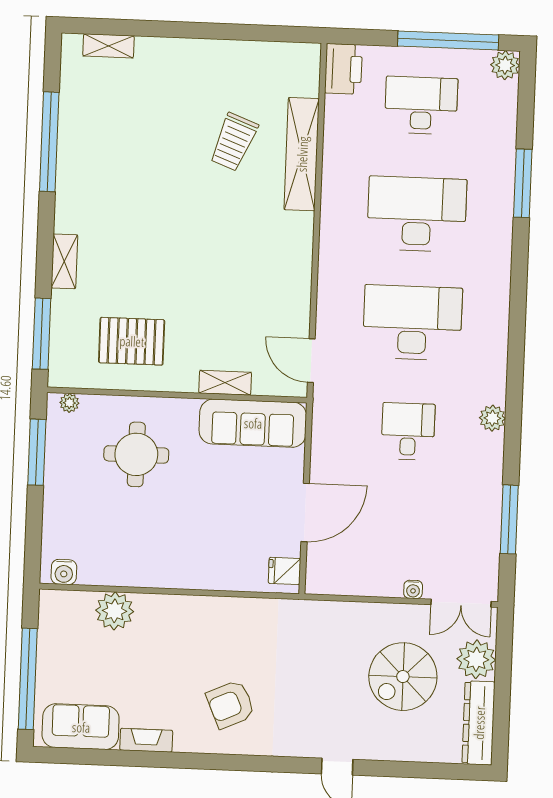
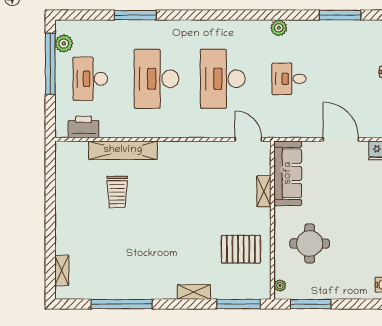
plant: (505, 65) -> (64, 43), moved
printer: (343, 69) -> (83, 127), moved
trolley: (234, 142) -> (117, 192), turned 69
pallet: (132, 341) -> (241, 249), turned 90
door: (311, 361) -> (248, 139), swing flipped

